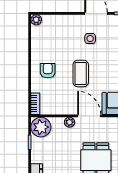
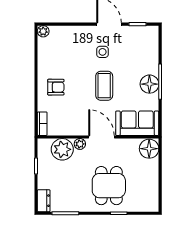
armchair: (48, 71) -> (56, 87), turned 90
coffee table: (81, 73) -> (104, 86), moved
plant: (41, 127) -> (62, 149), moved

